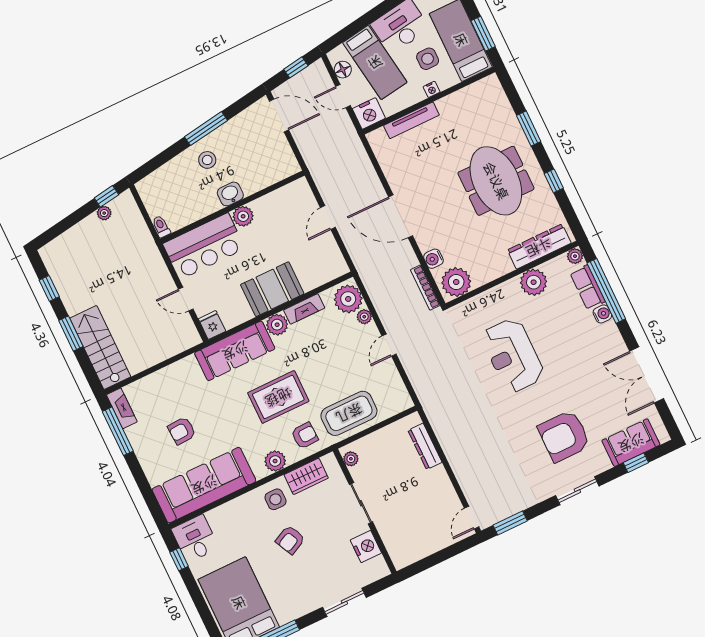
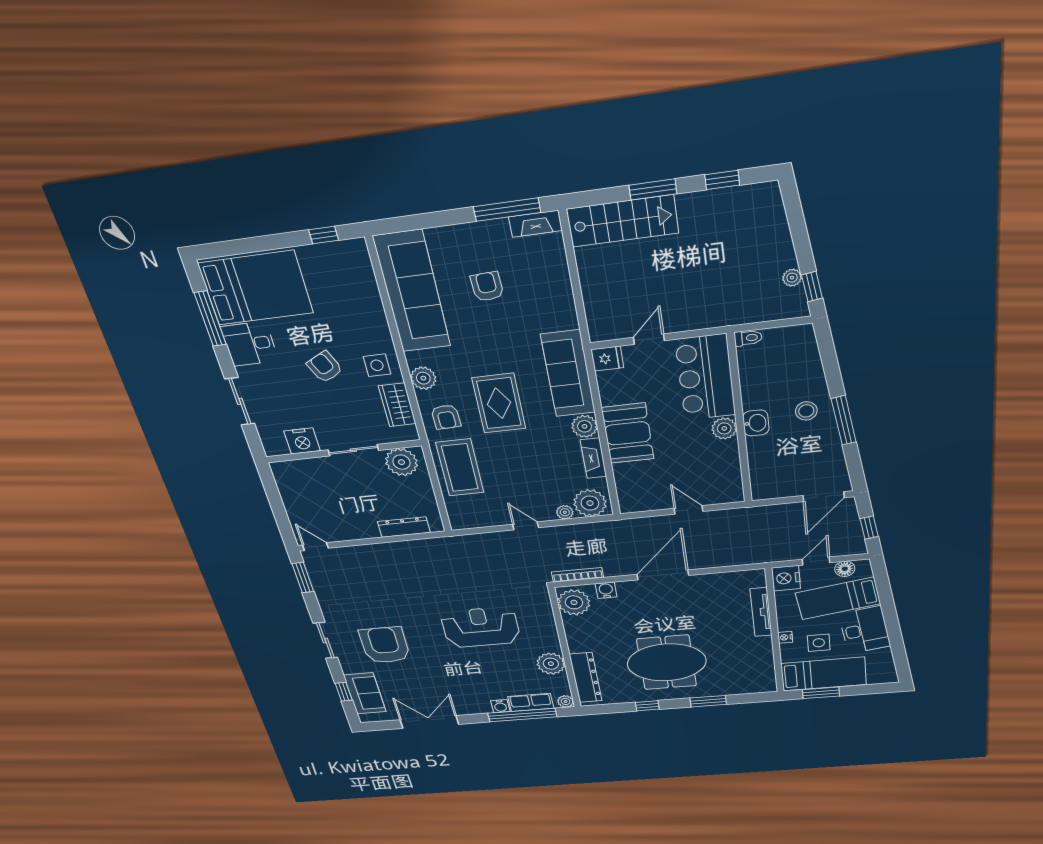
plant: (351, 459) -> (401, 462), width x1.87, depth x1.87
desk: (195, 539) -> (250, 344), moved, turned 180

